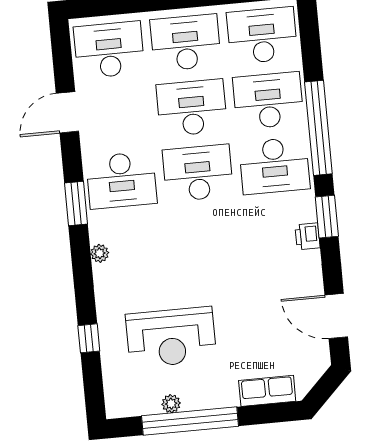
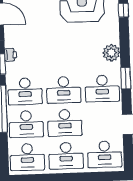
desk: (274, 166) -> (25, 91), turned 180
desk: (121, 180) -> (102, 89), turned 180
plant: (100, 253) -> (111, 53), width x1.88, depth x1.88

